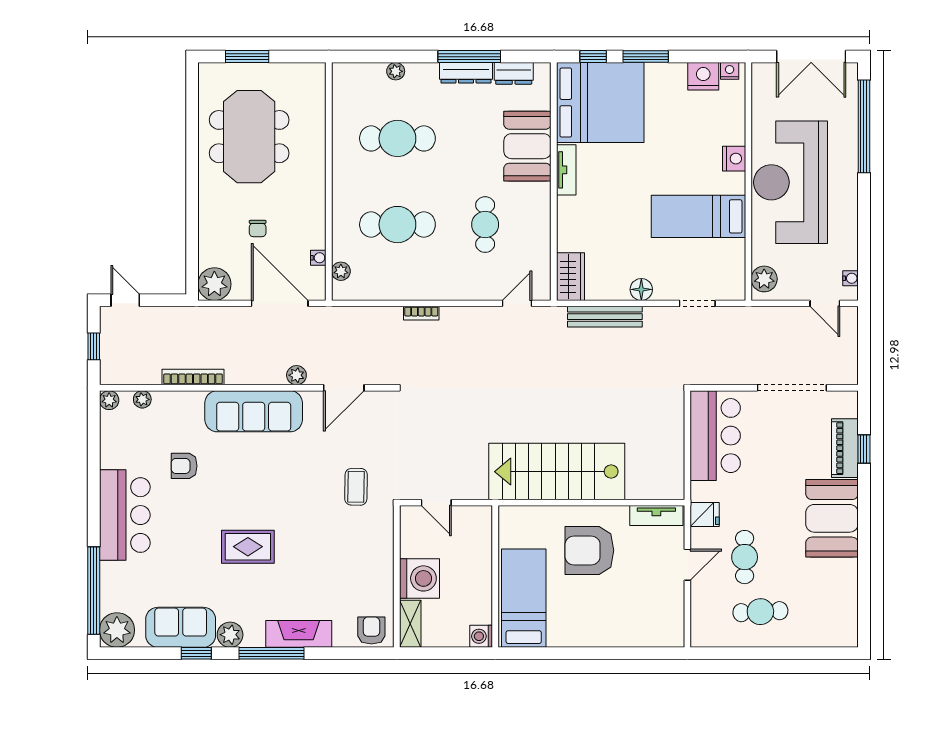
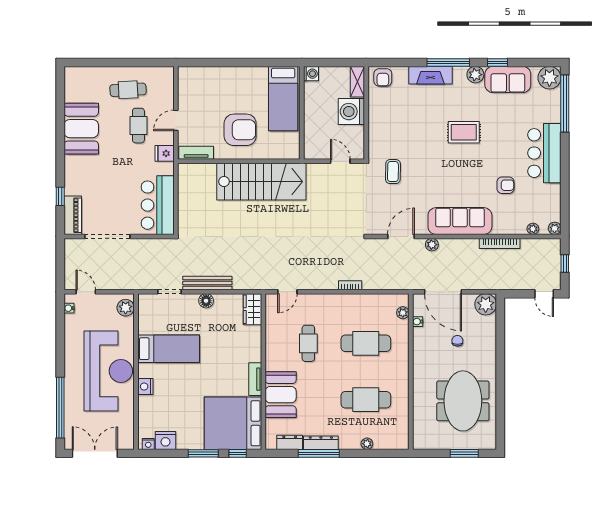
bench: (605, 317) -> (207, 283), moved
piano: (845, 448) -> (73, 215), moved
booth: (832, 518) -> (81, 129), moved

